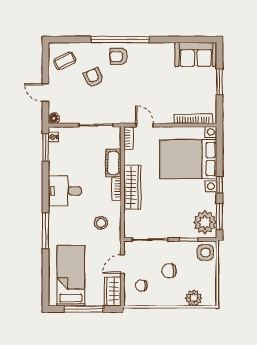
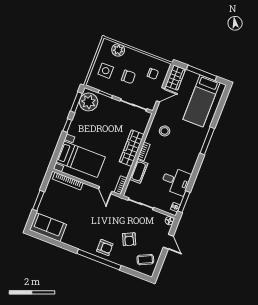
bed with nightstands: (188, 159) -> (81, 159), width x0.73
desk: (65, 191) -> (176, 181), moved
side table: (205, 252) -> (106, 71), moved

